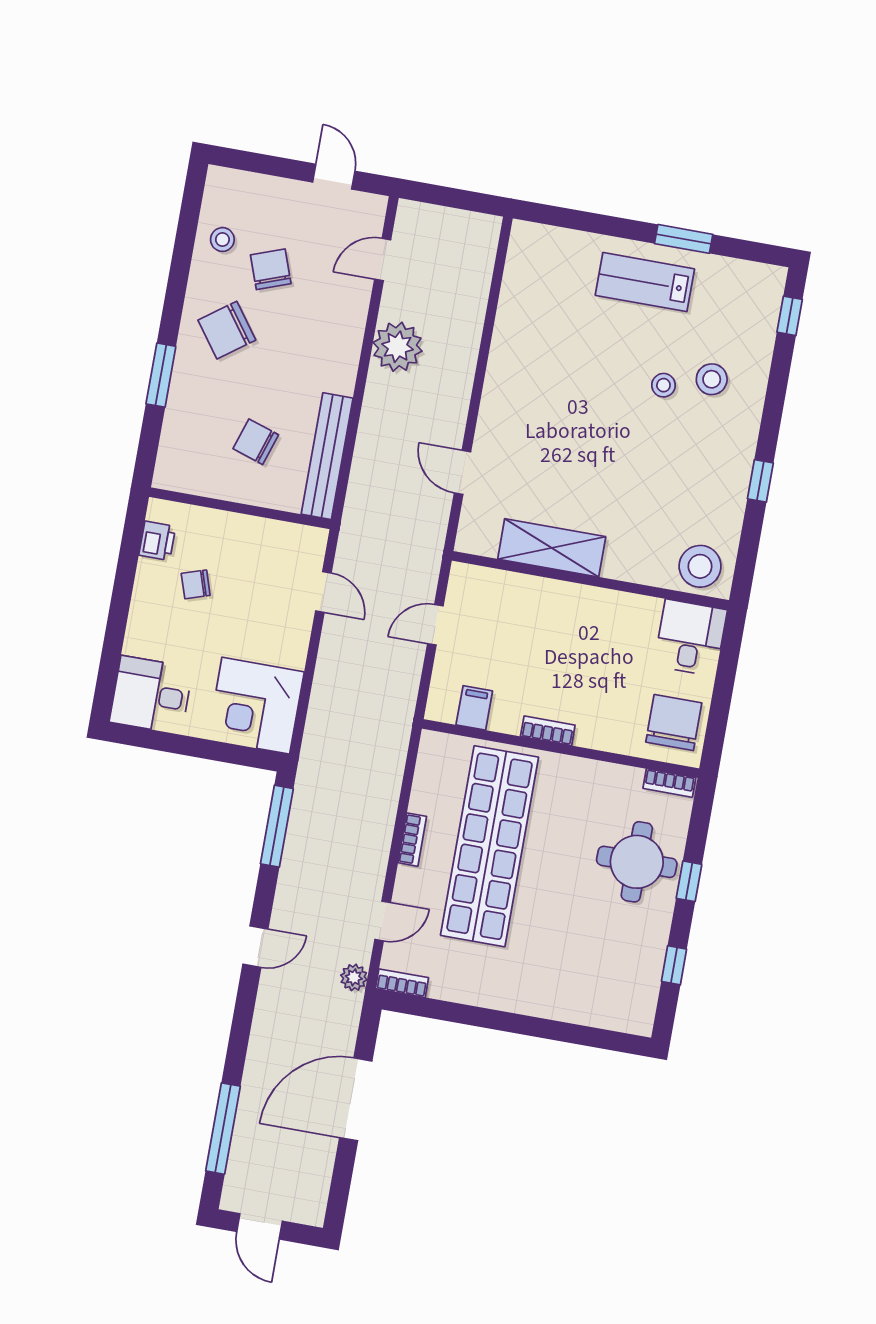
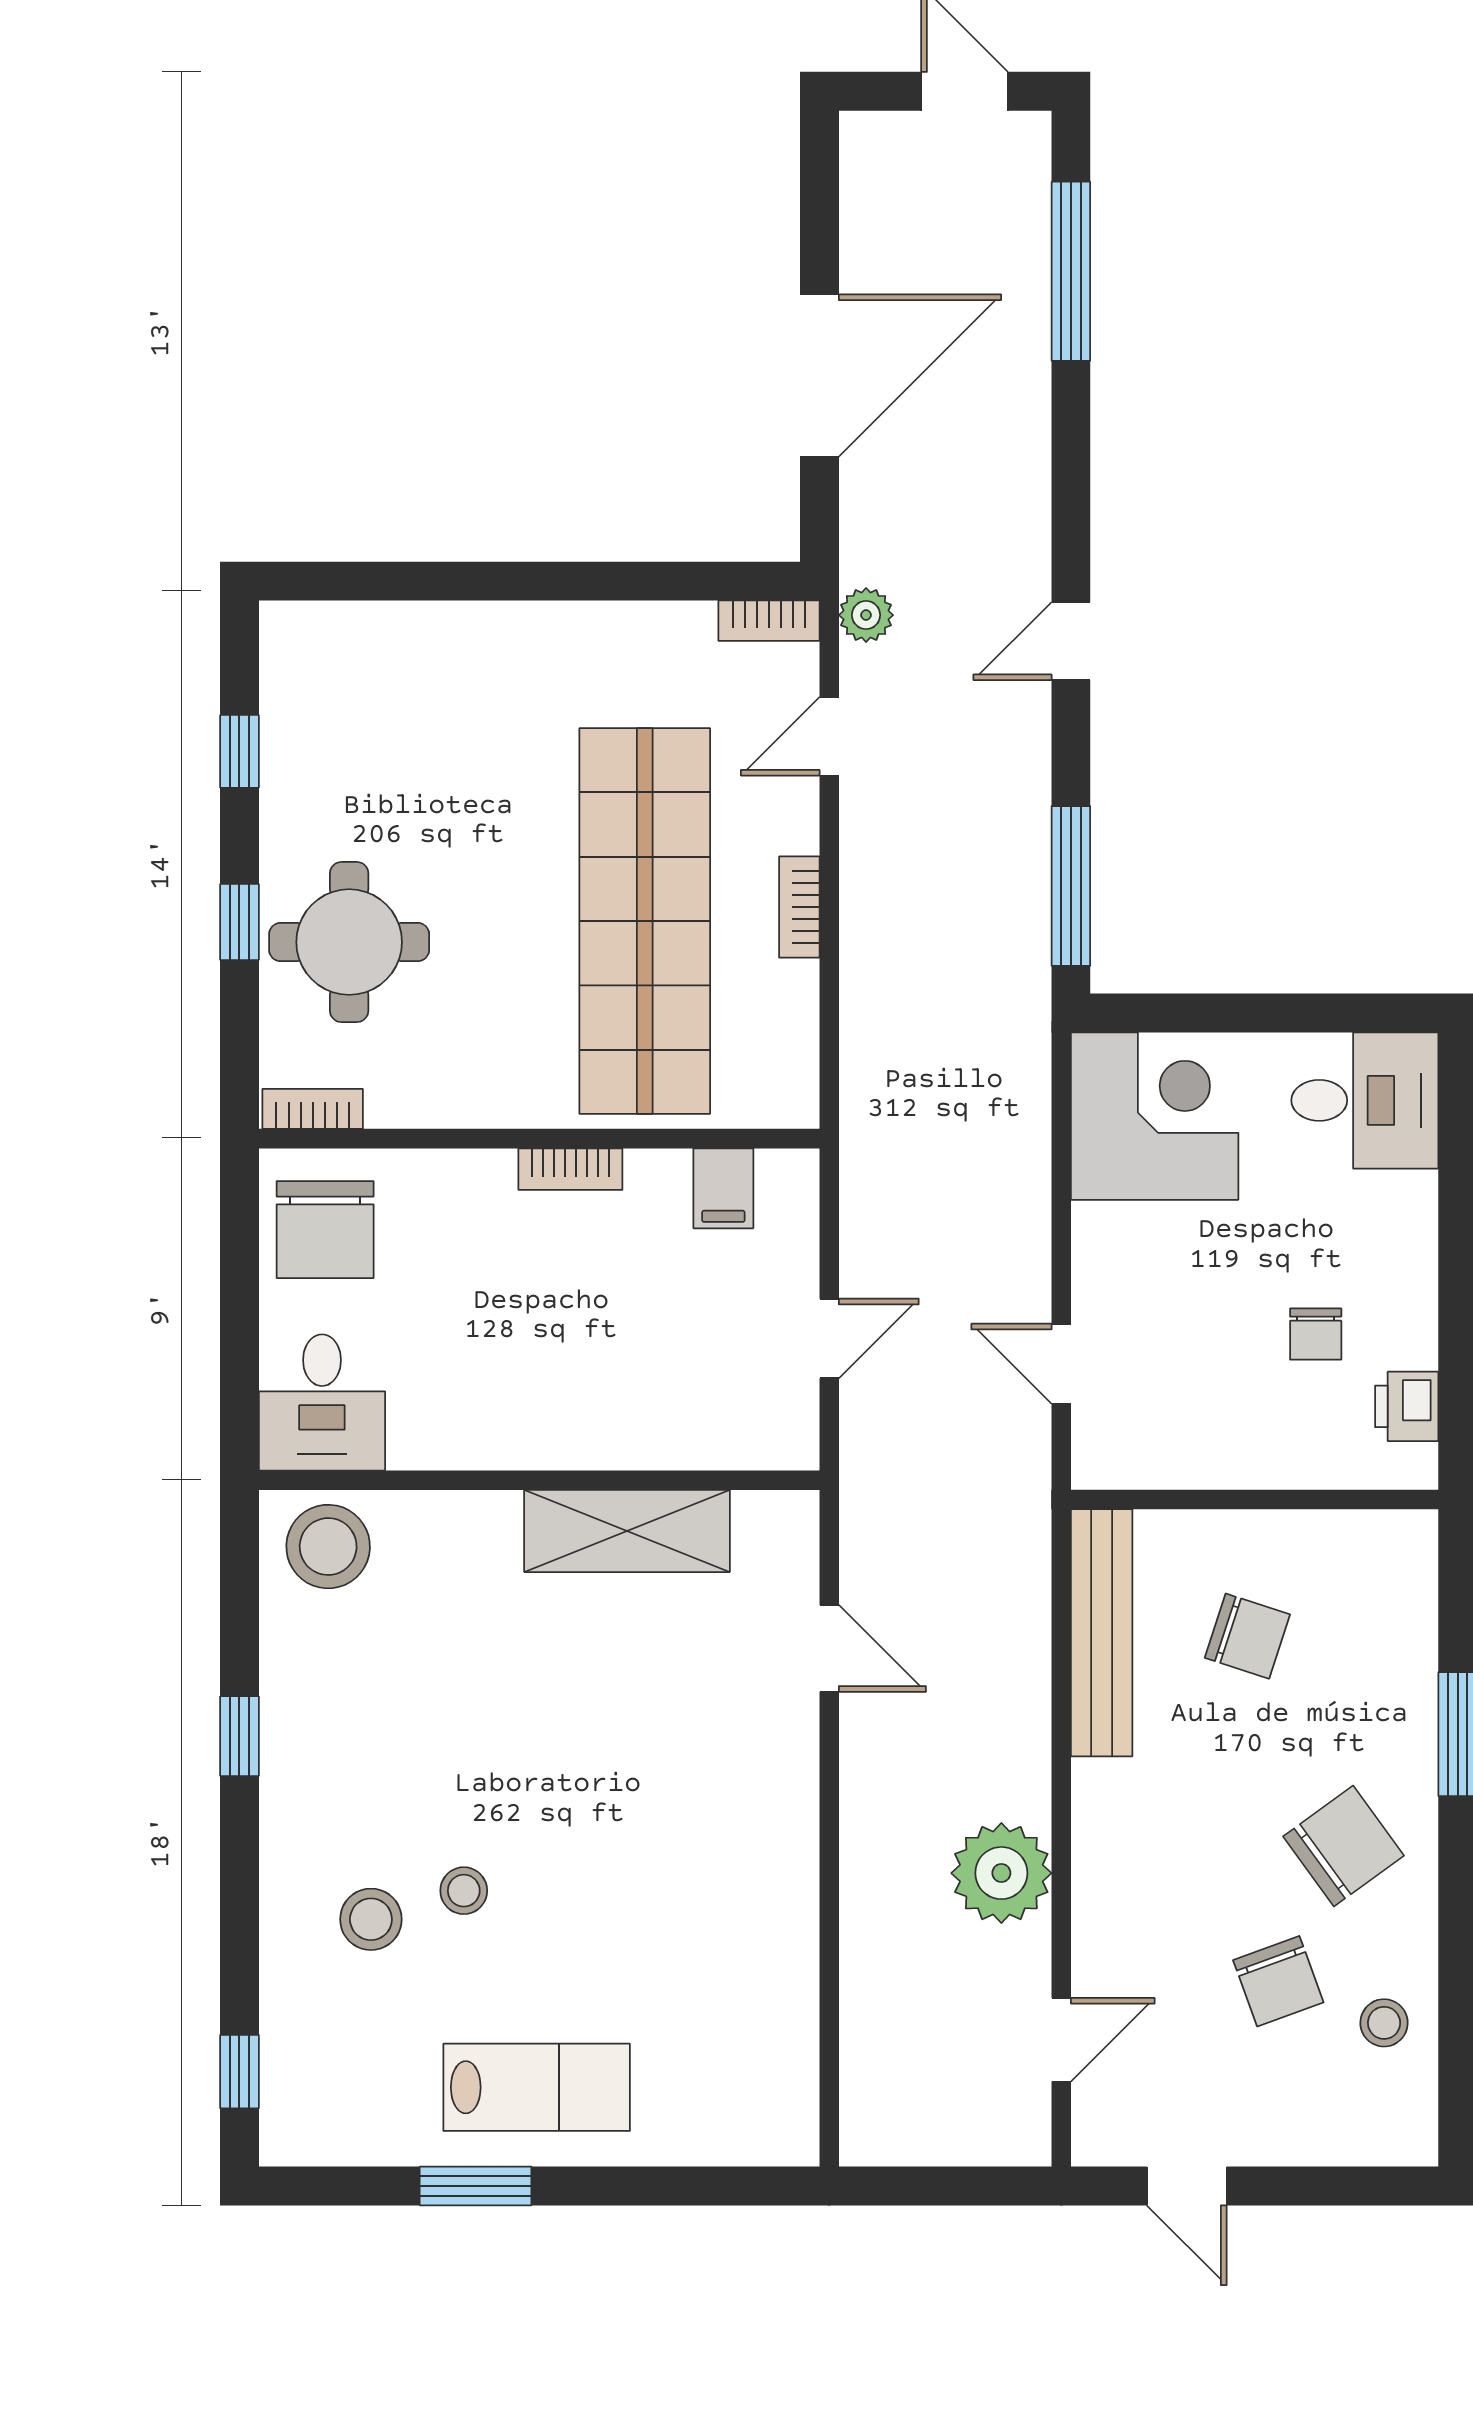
chair: (196, 584) -> (1316, 1334), turned 108

